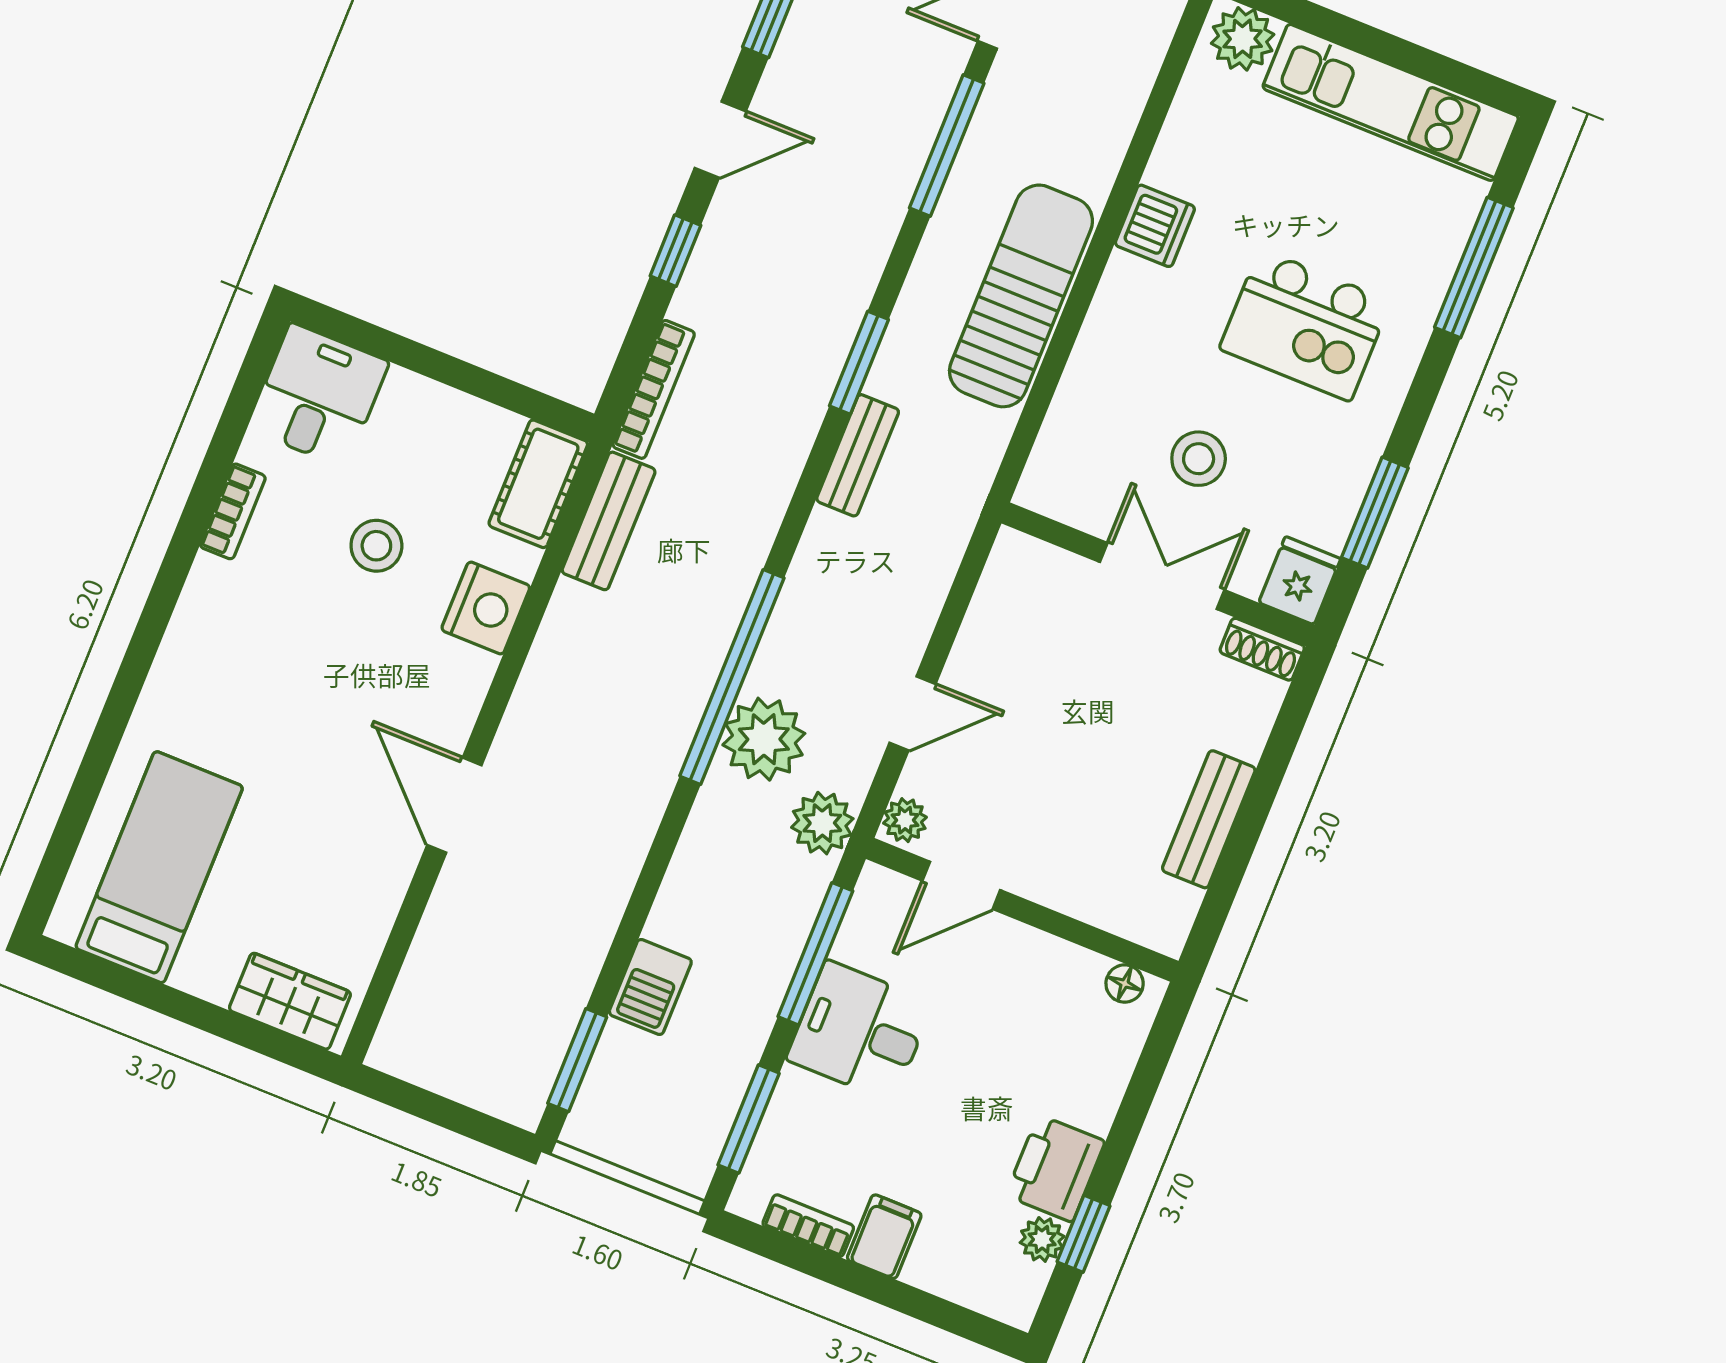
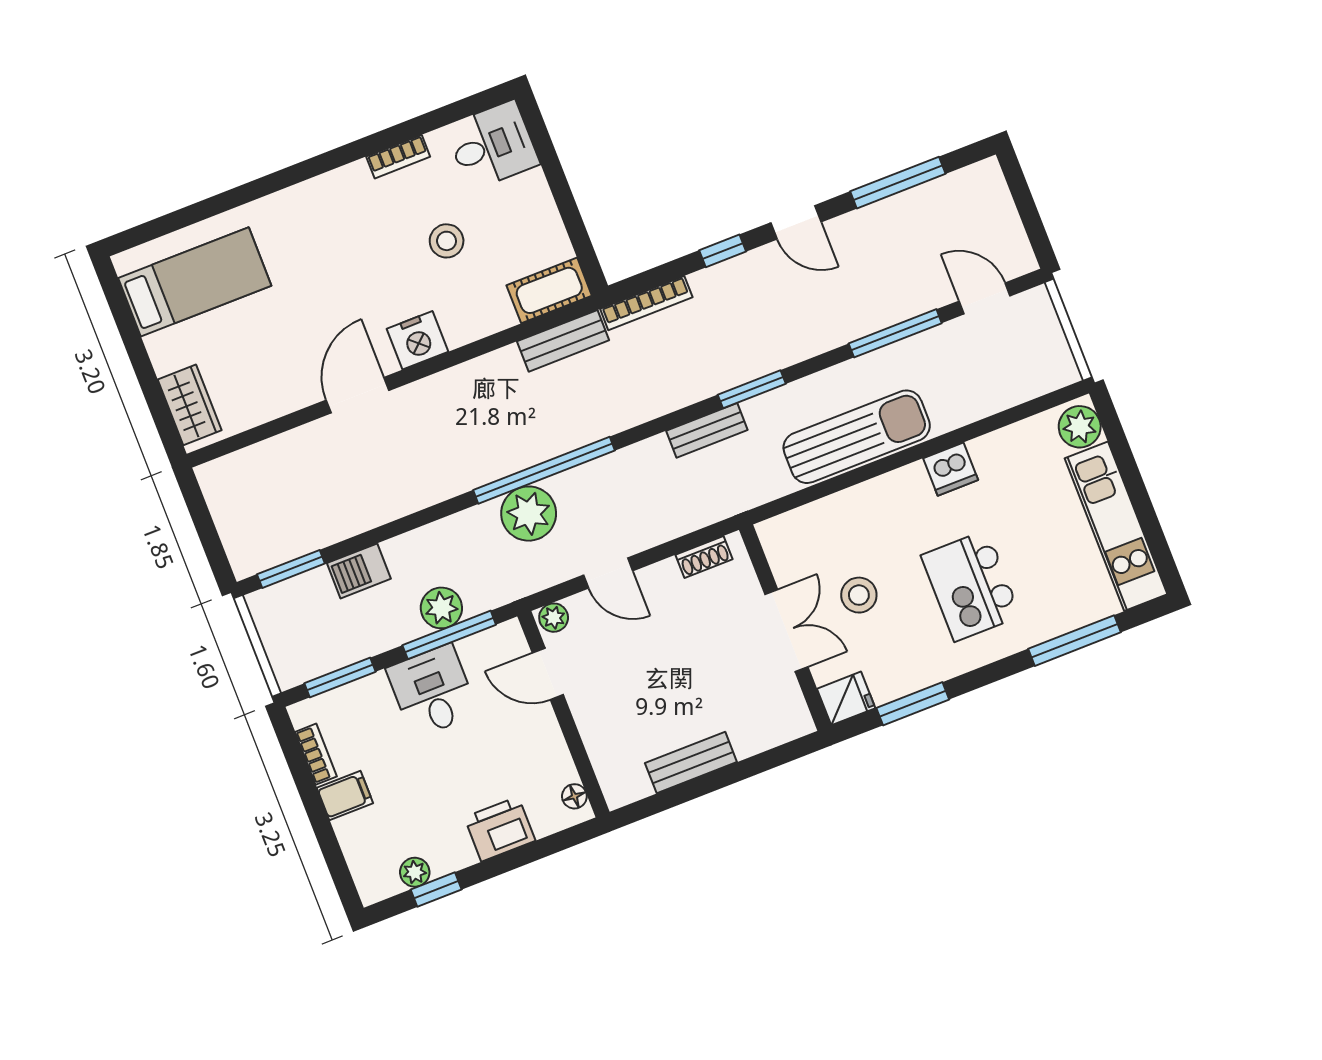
nightstand: (486, 608) -> (418, 340), moved
shoe rack: (1262, 649) -> (704, 557), moved, turned -90
plant: (822, 823) -> (441, 608), moved
printer: (1055, 1168) -> (500, 829), moved

